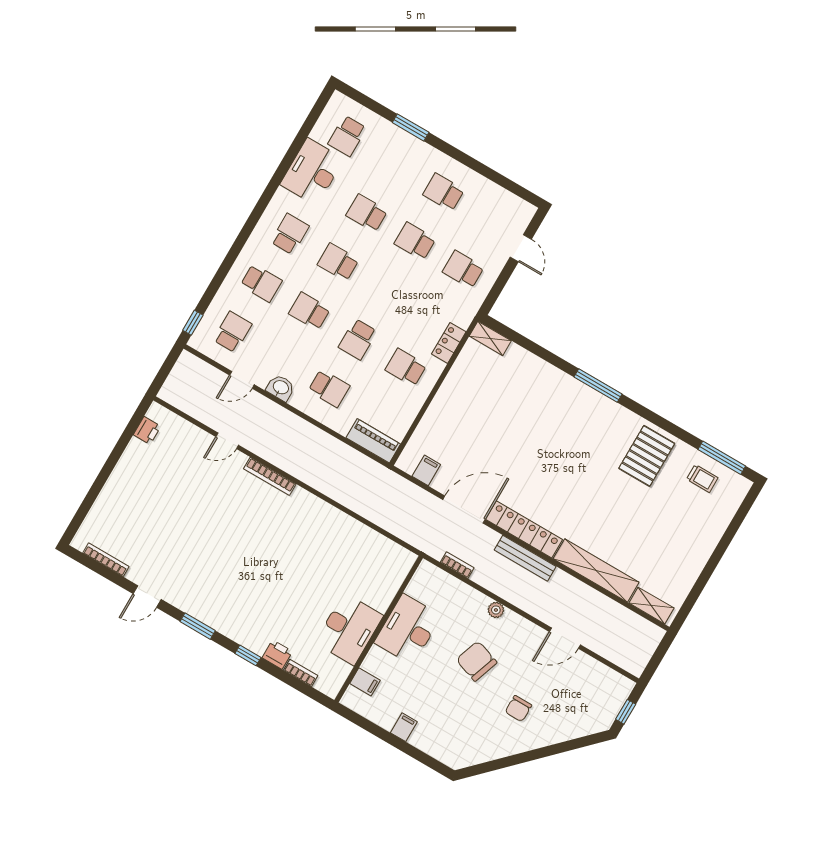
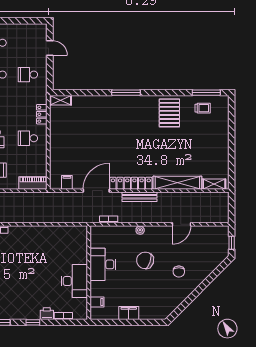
filing cabinet: (404, 727) -> (129, 313), width x2.00

